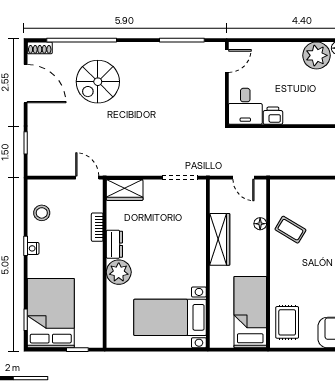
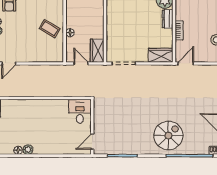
plant: (316, 55) -> (28, 150), width x0.53, depth x0.53
spiral stairs: (98, 82) -> (168, 136), moved
printer: (273, 116) -> (61, 105), removed
door: (87, 178) -> (186, 63), swing flipped
wardrobe: (220, 239) -> (97, 51), moved, width x0.67

